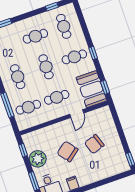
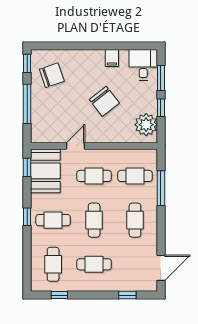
window: (120, 131) -> (27, 104), added
chair: (94, 144) -> (52, 75), moved
window: (23, 150) -> (161, 108), moved
plant: (38, 159) -> (146, 125), moved

